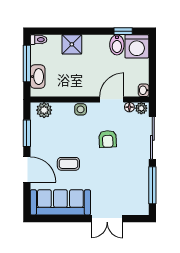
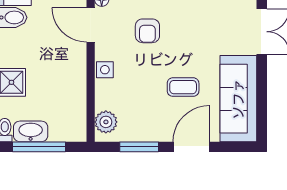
washbasin: (38, 77) -> (31, 131), moved
armchair: (108, 139) -> (147, 31), turned 93
coffee table: (68, 164) -> (183, 87), turned 90

